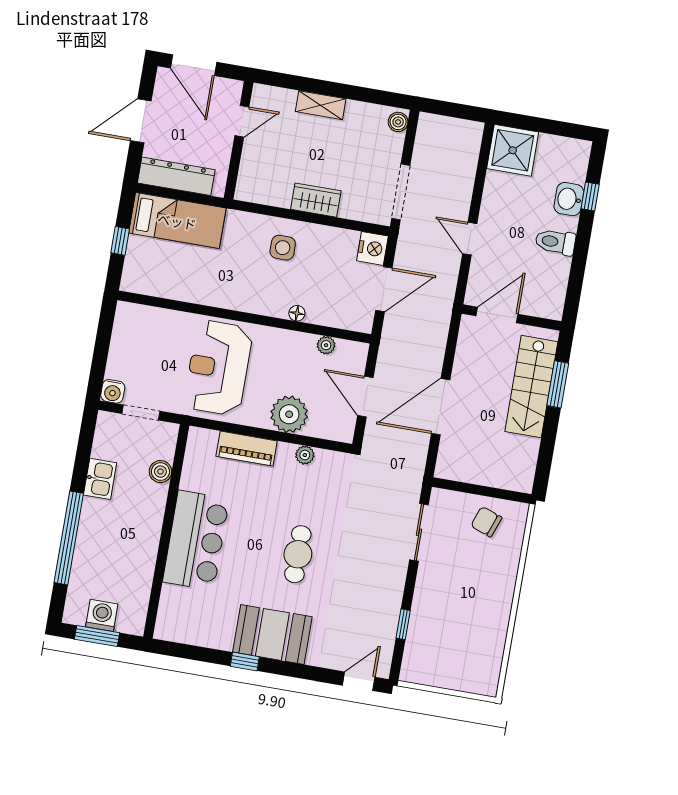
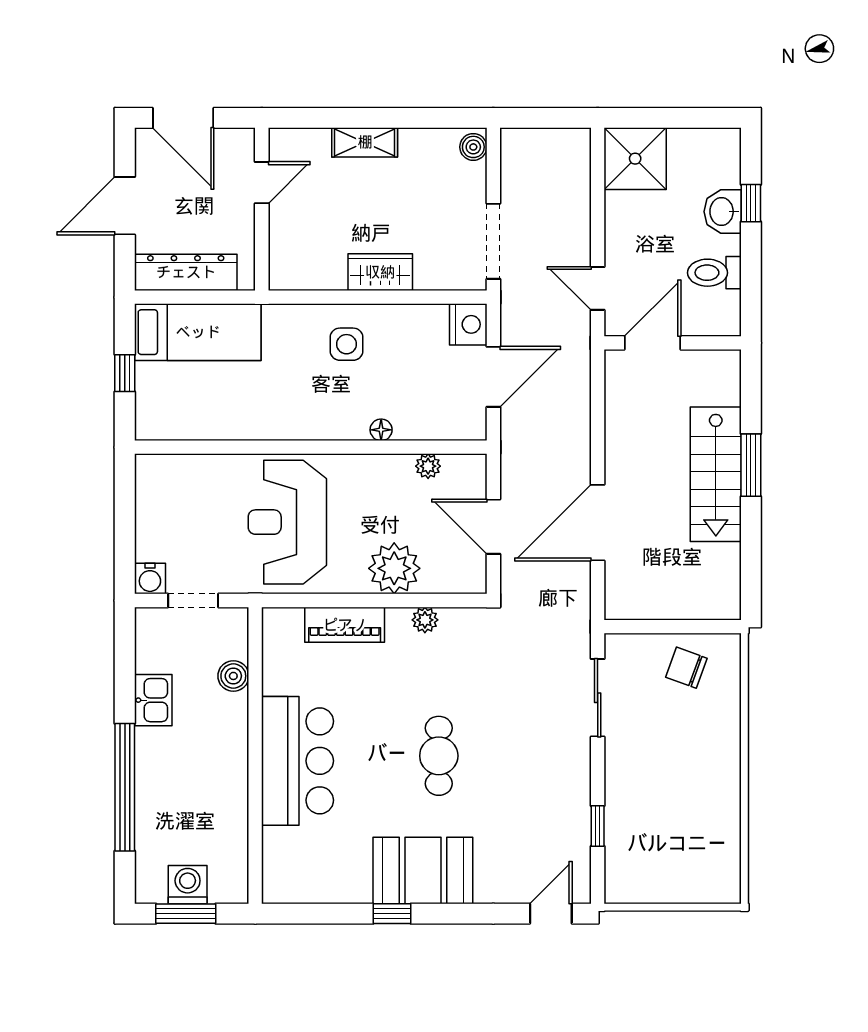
door: (497, 315) -> (652, 343), moved
wall: (511, 317) -> (673, 343), moved

